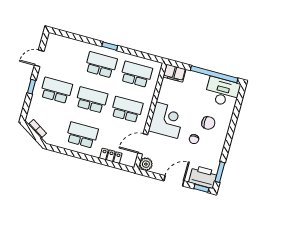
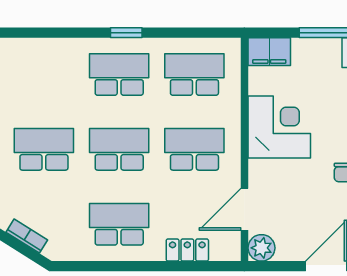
corner desk: (167, 120) -> (279, 127), moved

